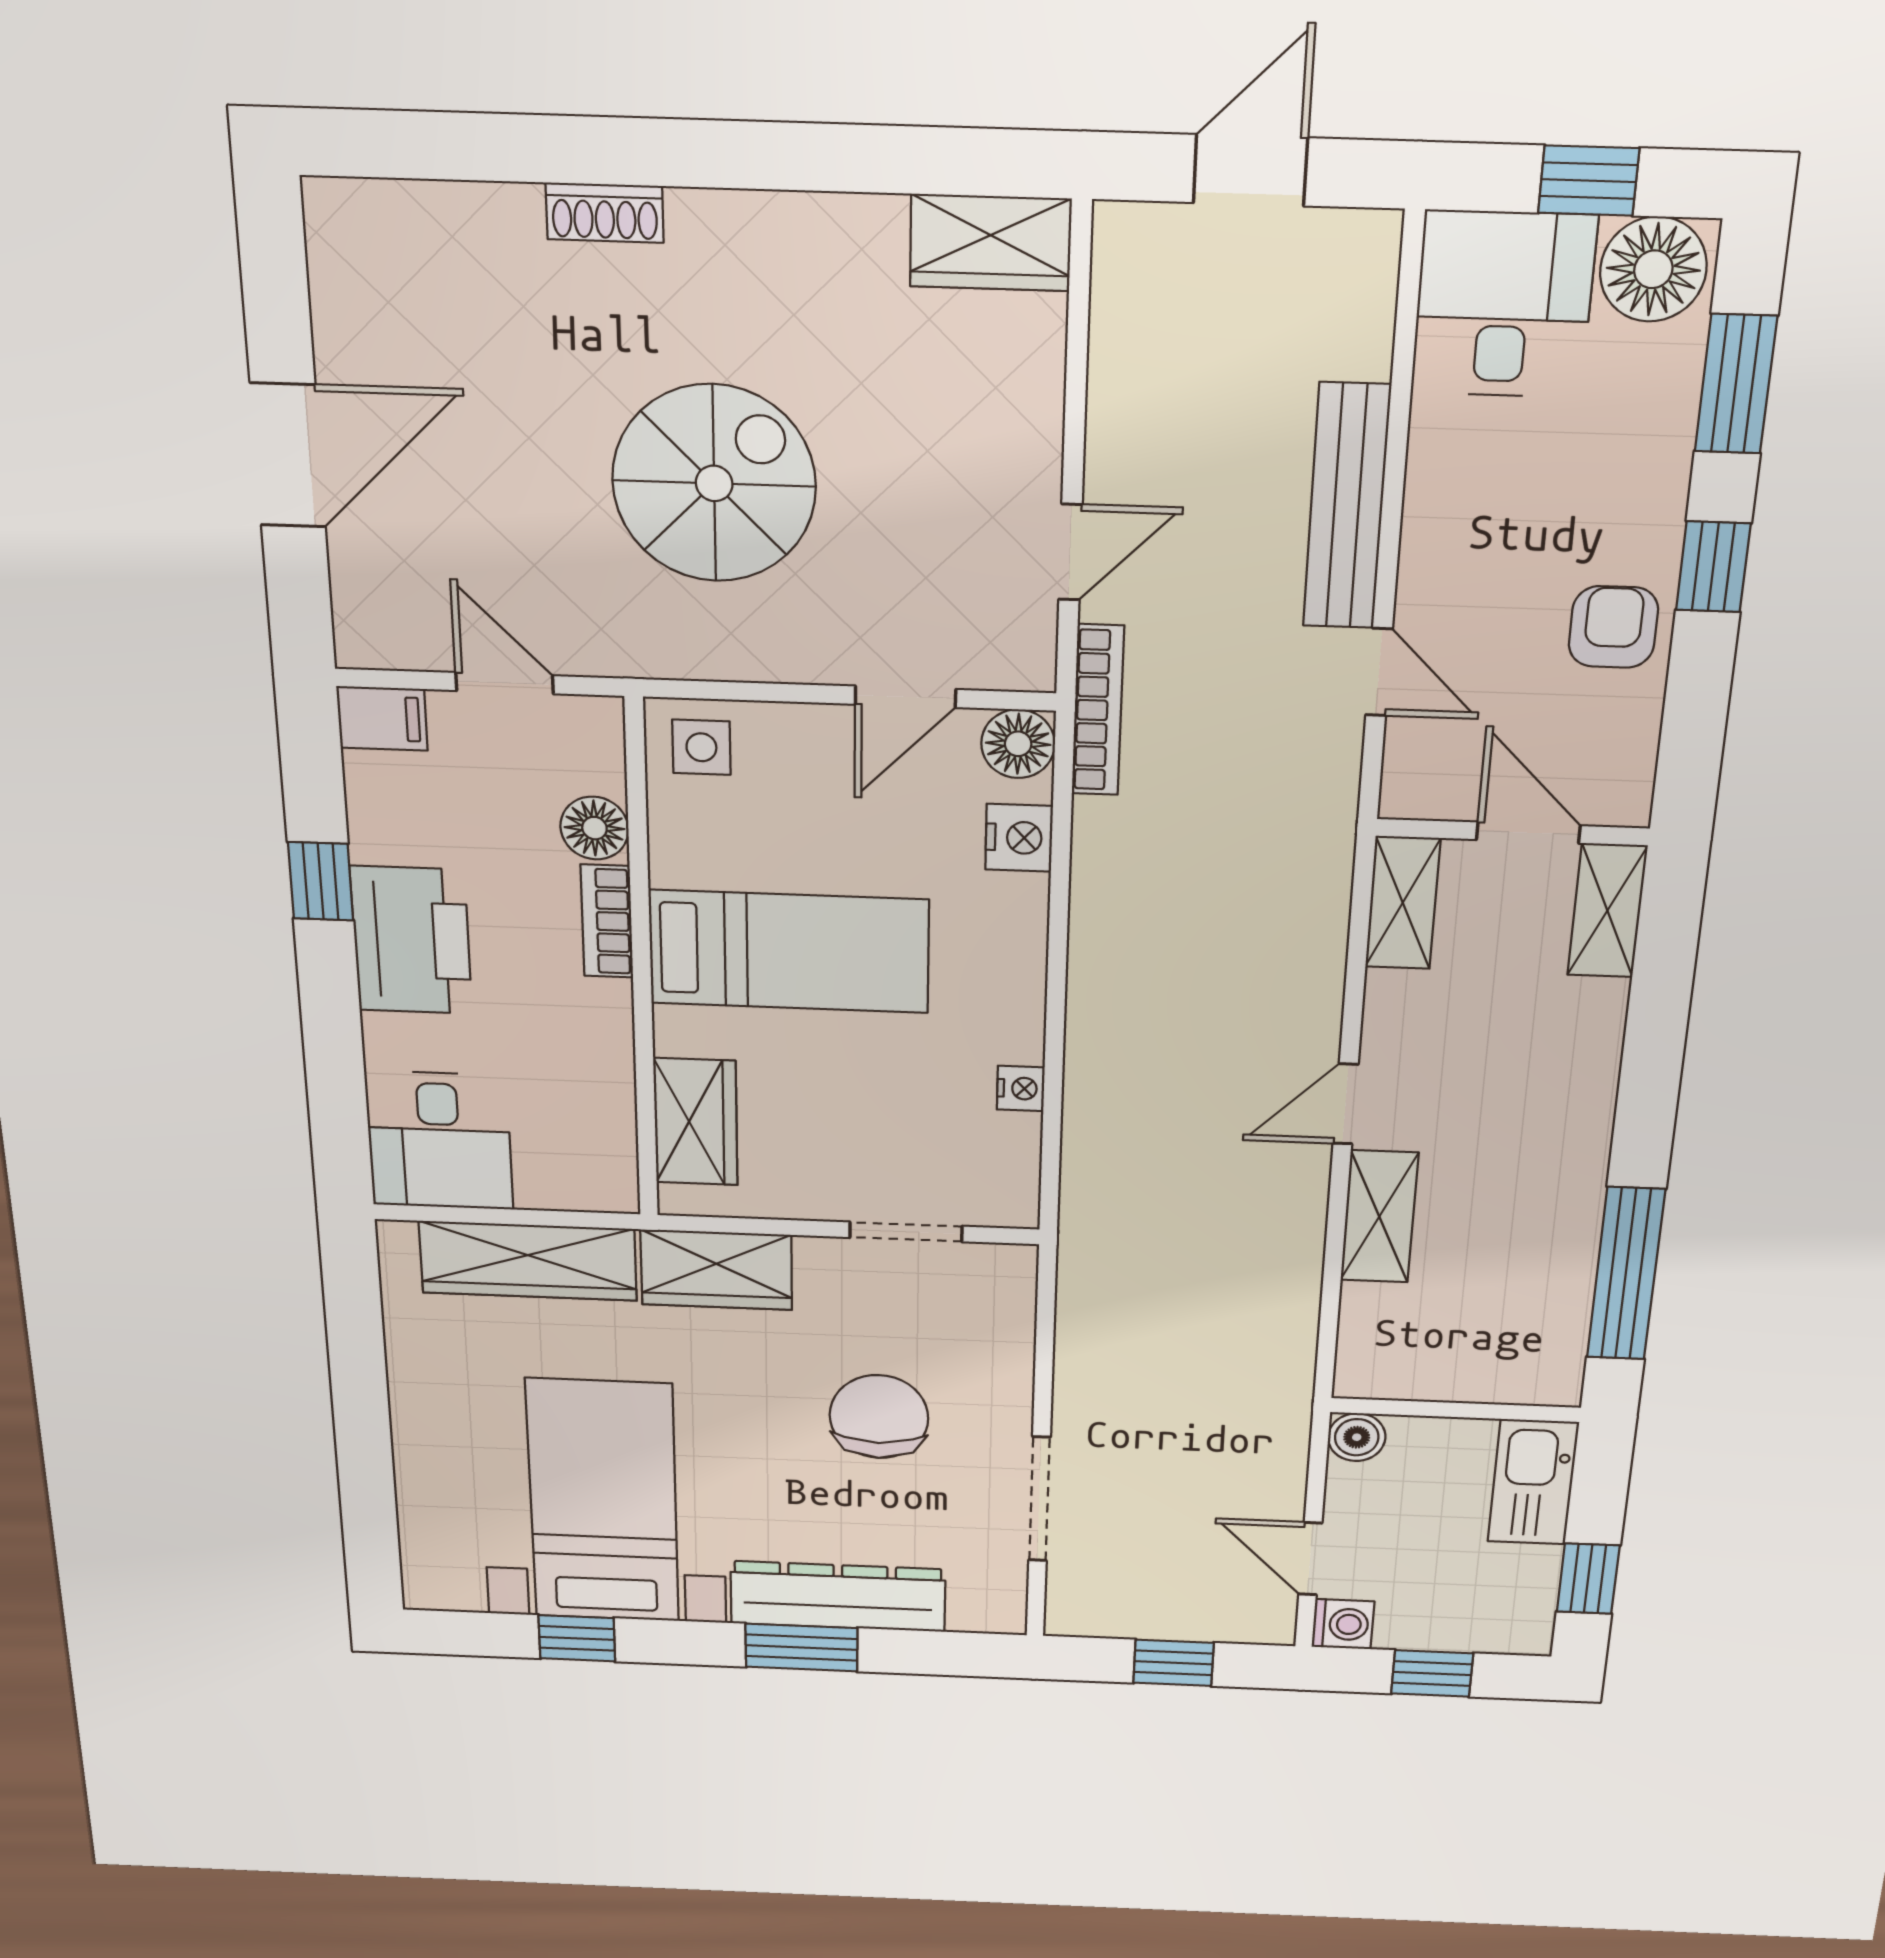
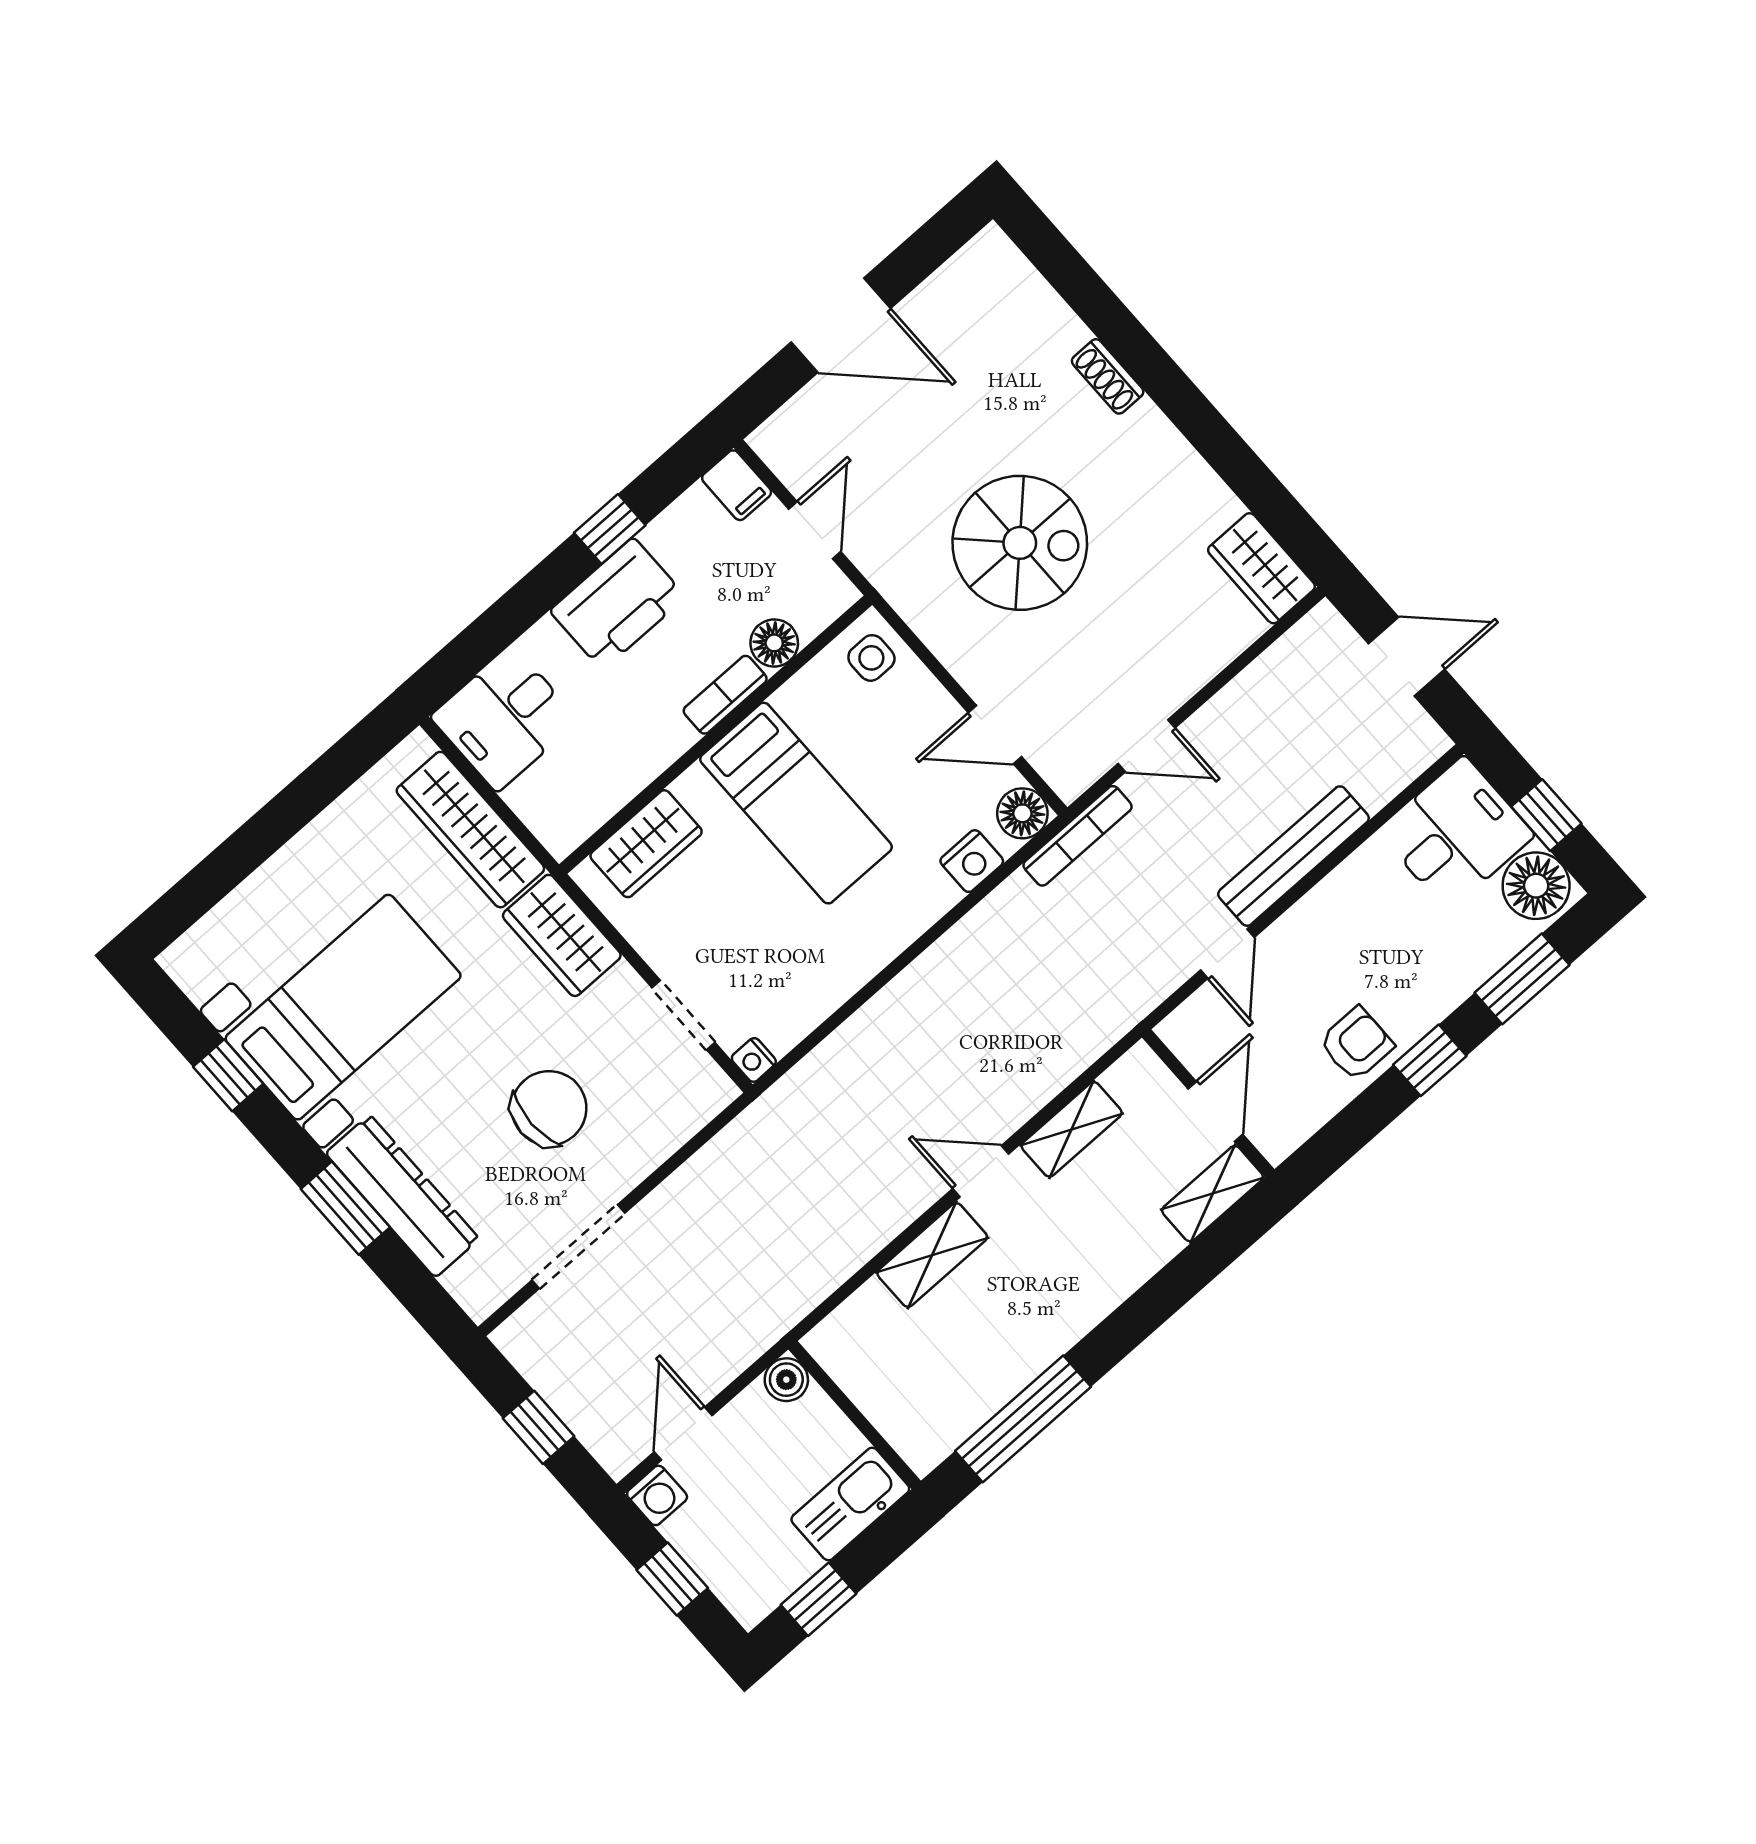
shelving: (1403, 903) -> (1072, 1129), moved
nightstand: (1021, 1088) -> (754, 1060), moved, turned 90

